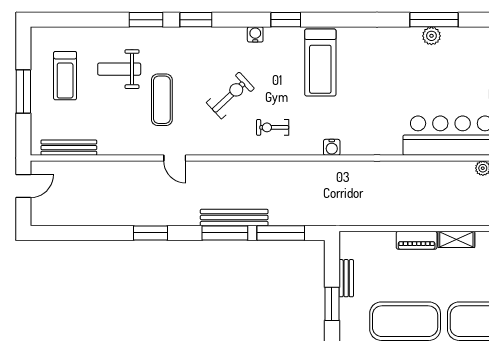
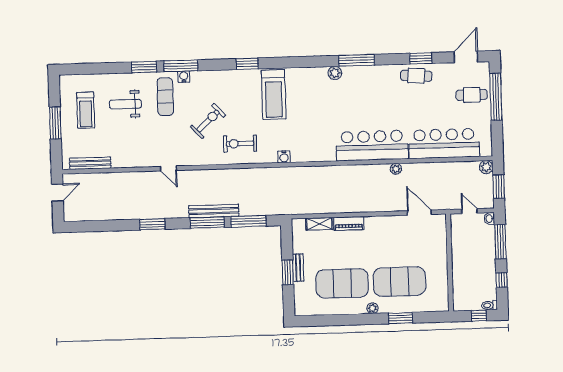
window: (196, 20) -> (181, 66), width x1.44
water cooler: (255, 34) -> (184, 77), moved
plant: (431, 36) -> (335, 73), moved
exercise mat: (162, 100) -> (165, 97), moved
exercise bike: (273, 127) -> (240, 144), width x1.38, depth x1.39
shelving: (456, 239) -> (319, 224), moved
bench: (346, 278) -> (298, 268), moved

